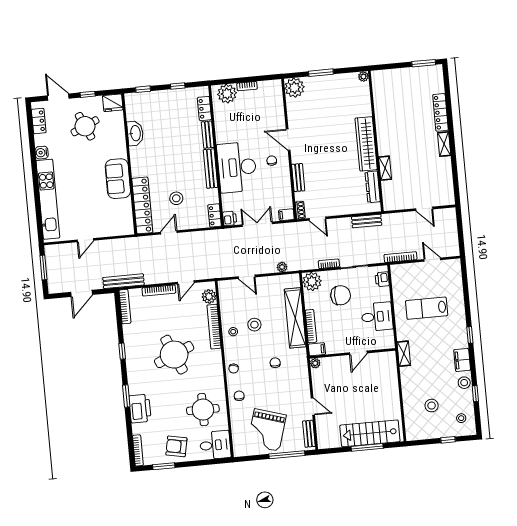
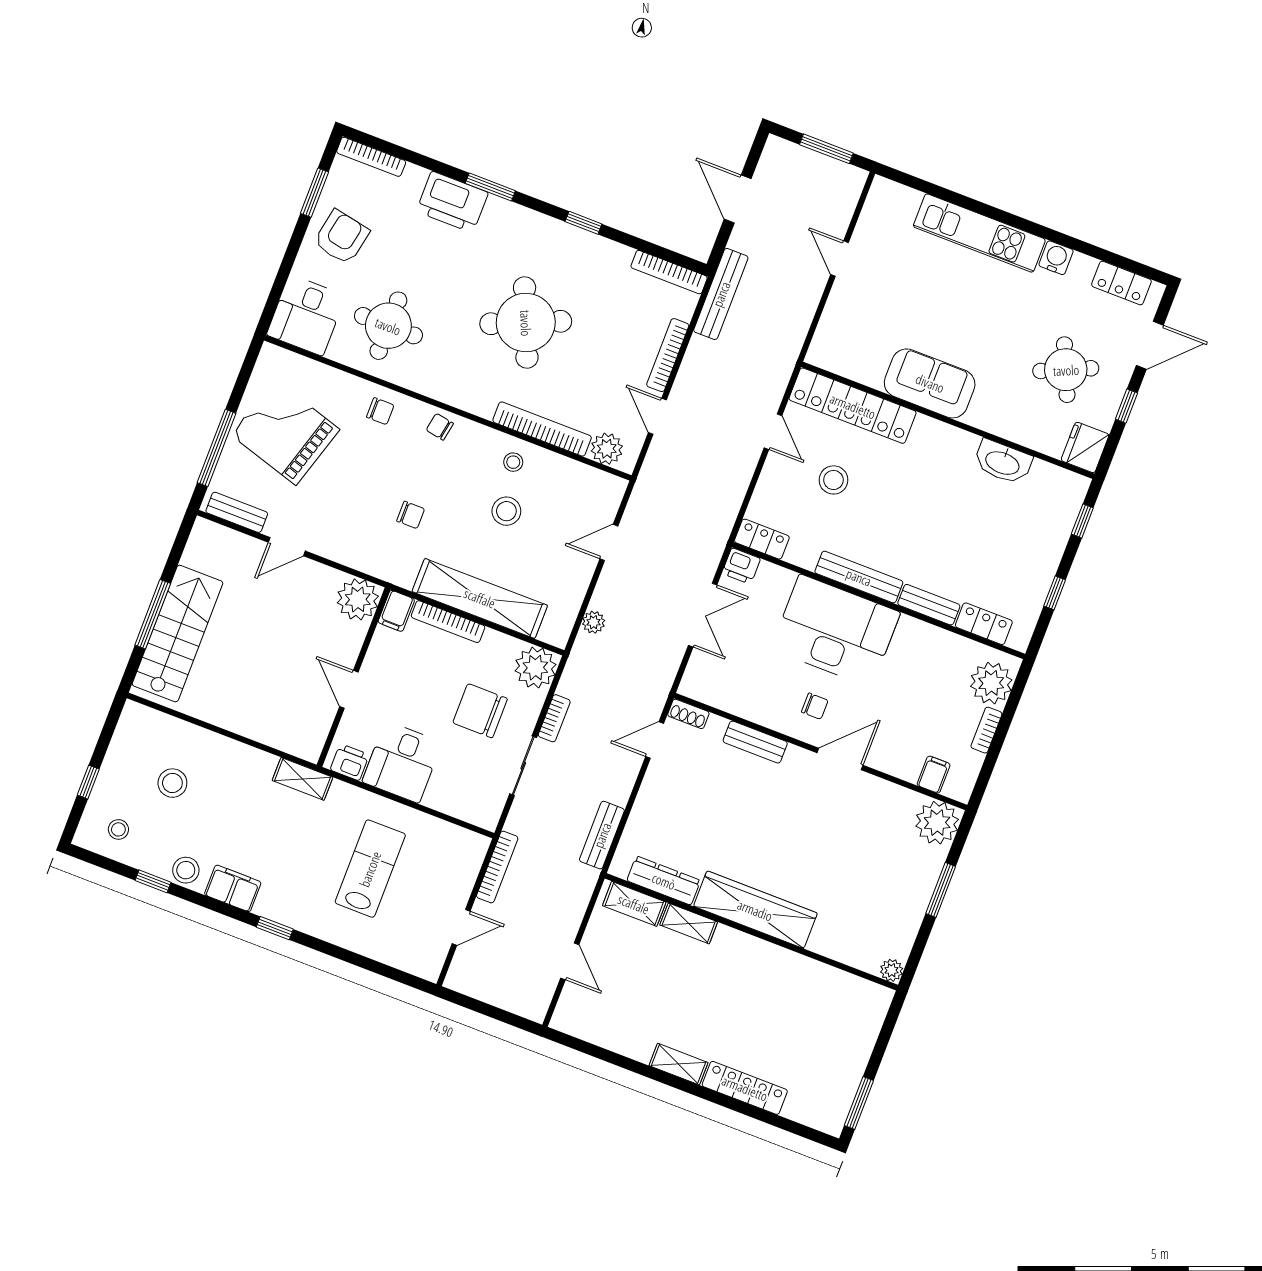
shelving: (388, 194) -> (634, 904), added
kitchen unit: (48, 199) -> (979, 233), width x0.73
door: (424, 209) -> (570, 961), swing flipped
filing cabinet: (286, 215) -> (934, 775), moved
printer: (382, 279) -> (350, 762), moved
chair: (341, 295) -> (480, 711), turned 90
plant: (315, 363) -> (358, 599), width x1.88, depth x1.88

